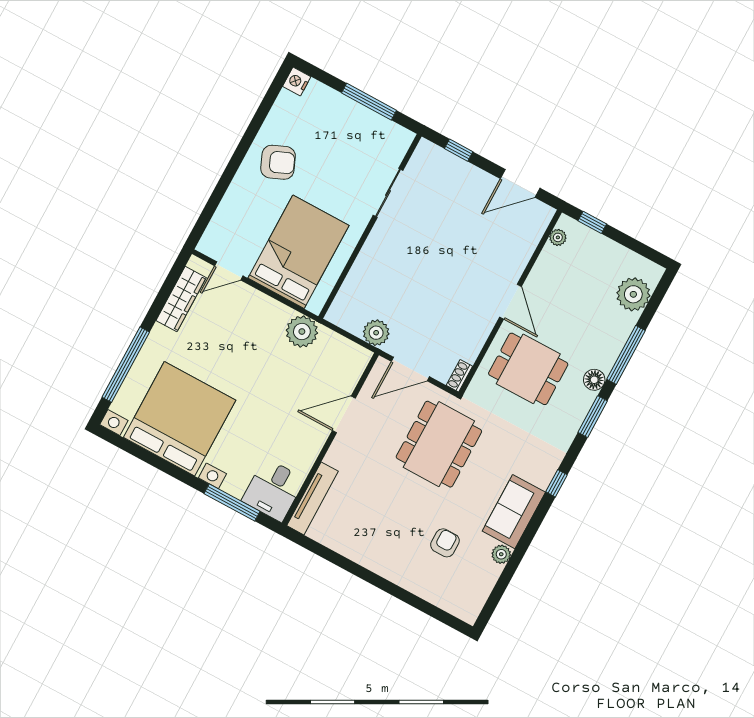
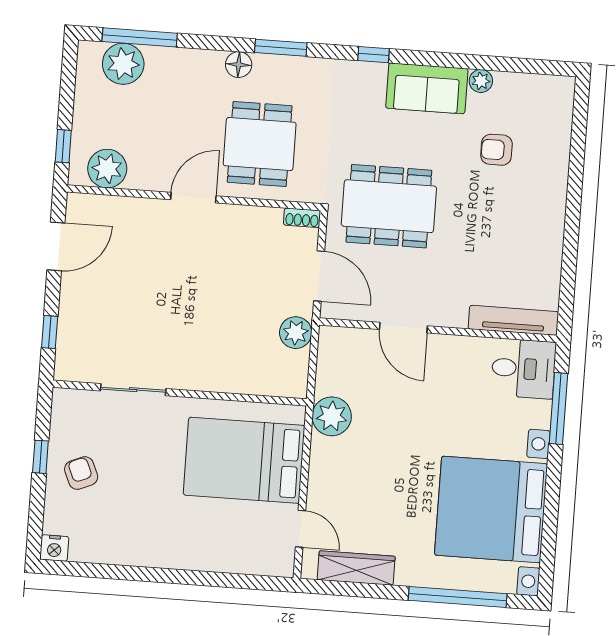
window: (369, 102) -> (40, 457), width x0.46
armchair: (278, 162) -> (81, 473), moved, width x0.72, depth x0.72
door: (520, 183) -> (56, 246), hinge flipped
plant: (558, 237) -> (107, 169), width x1.87, depth x1.87
window: (626, 355) -> (140, 37), moved

